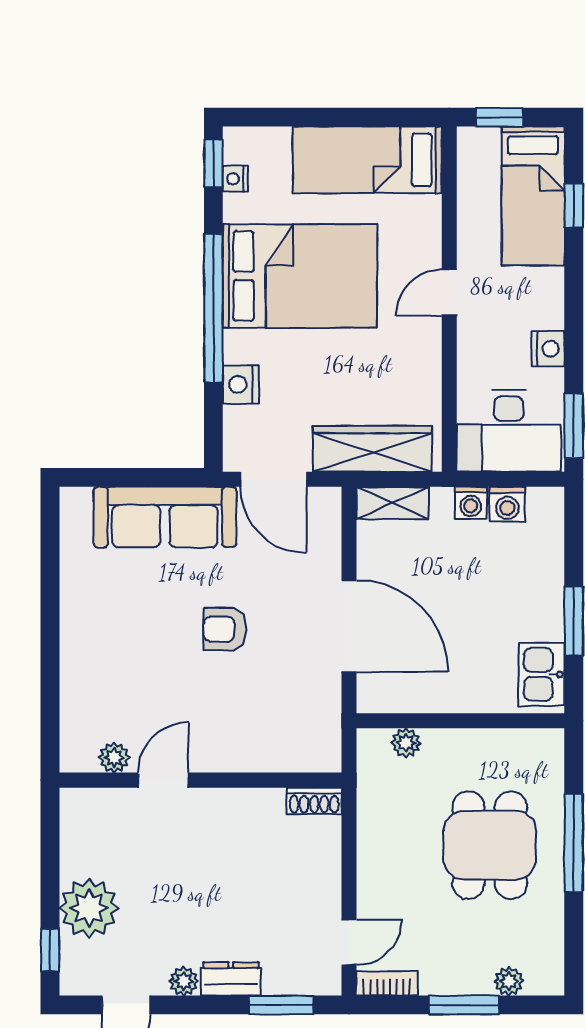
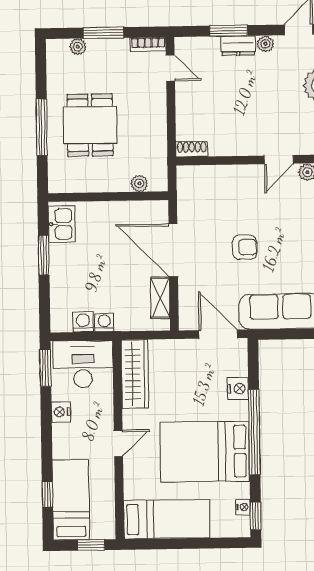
wardrobe: (373, 449) -> (135, 374), moved, turned -90
shelving: (393, 503) -> (160, 298), moved, turned 90
door: (349, 942) -> (170, 68), swing flipped
window: (281, 1005) -> (229, 31), moved

